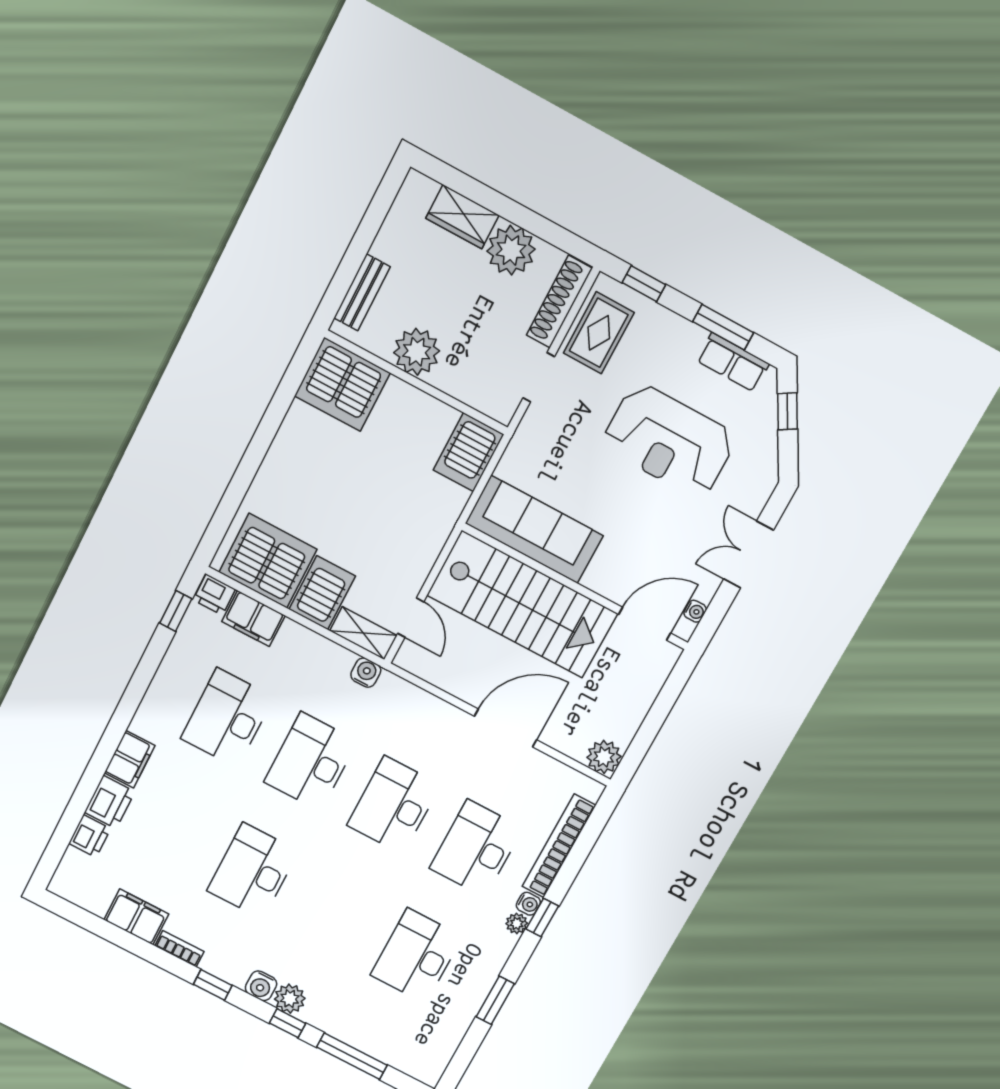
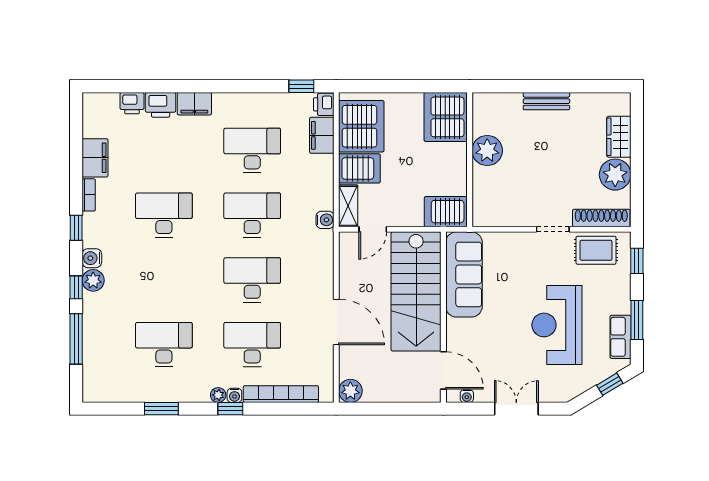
plant: (417, 352) -> (487, 151), moved
wall: (416, 383) -> (470, 160), moved
server rack: (342, 384) -> (446, 117), moved
server rack: (469, 452) -> (446, 212), moved

